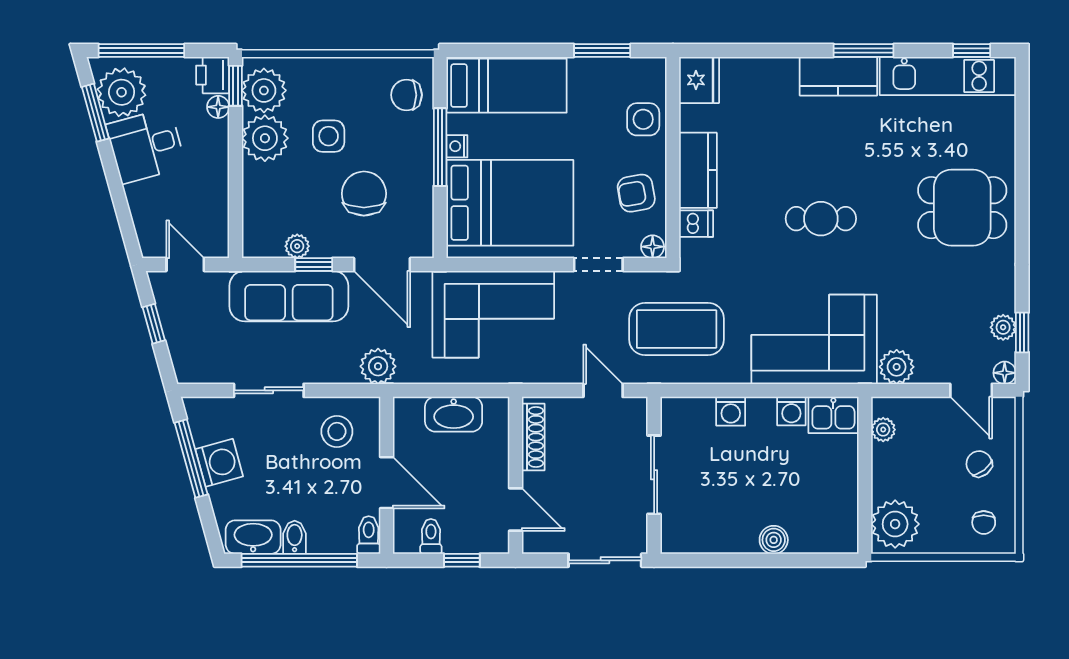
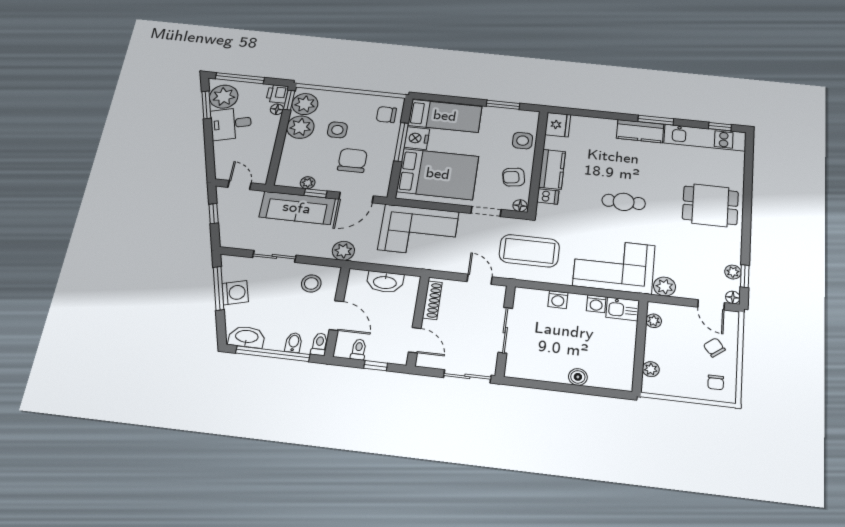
nightstand: (457, 146) -> (417, 138), width x1.89, depth x1.79
door: (382, 264) -> (356, 198), hinge flipped
plant: (895, 524) -> (651, 369), width x0.53, depth x0.53
bidet: (295, 537) -> (294, 343), moved

